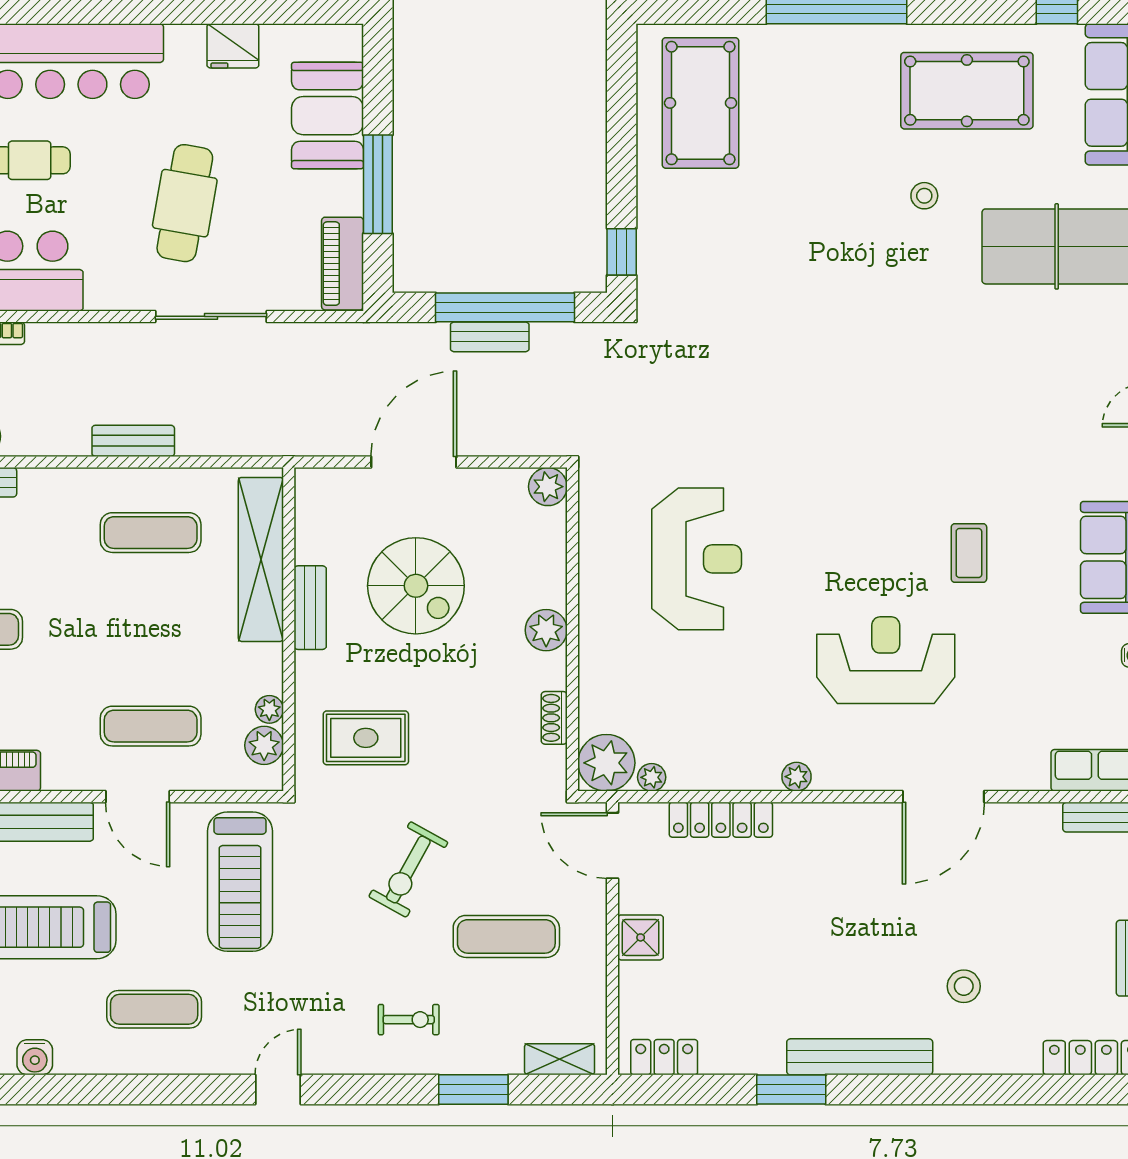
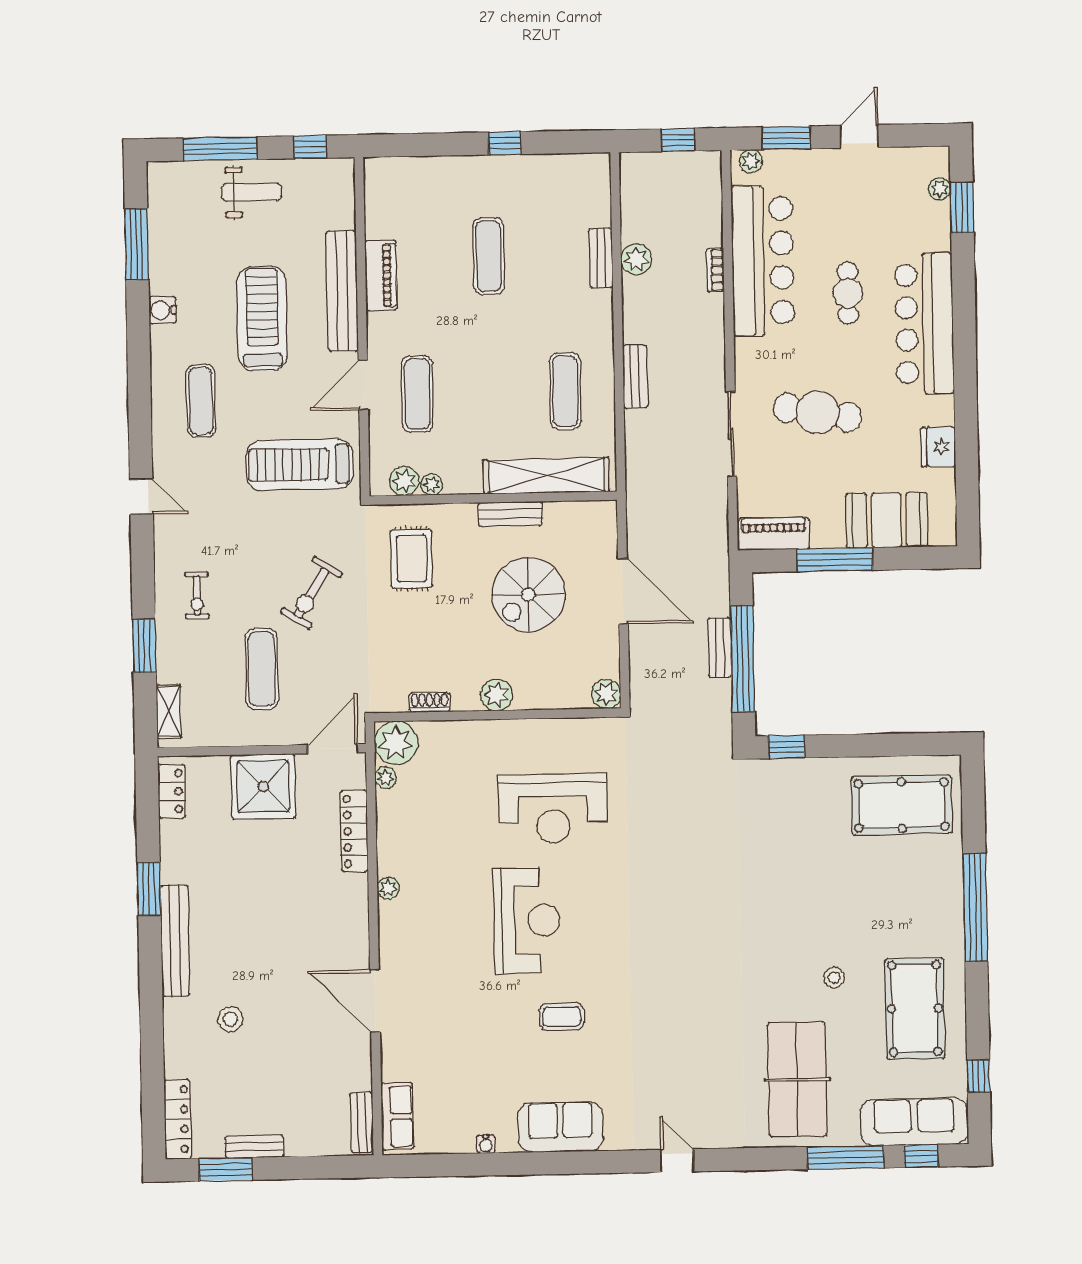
reception desk: (886, 660) -> (527, 920), moved
exercise bike: (408, 870) -> (311, 593), turned -87
shower: (641, 937) -> (263, 786), width x1.86, depth x1.86

